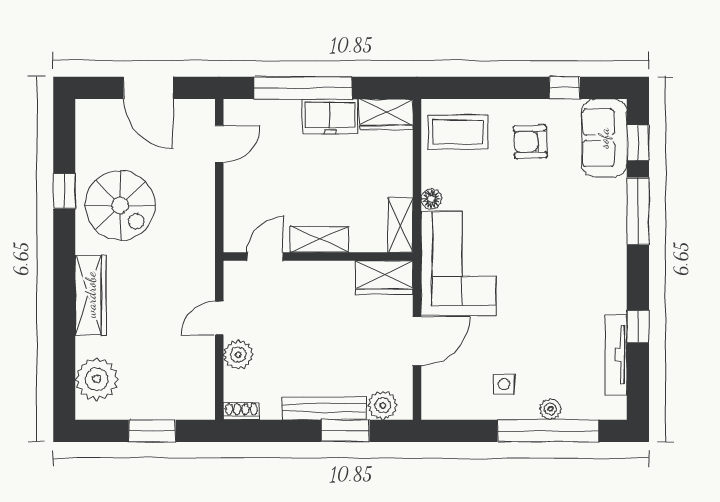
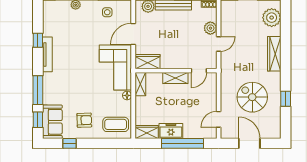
spiral stairs: (120, 205) -> (252, 97), moved
tv unit: (616, 355) -> (47, 54), moved
side table: (504, 384) -> (107, 12), moved

